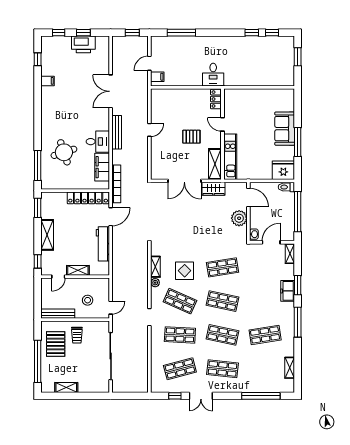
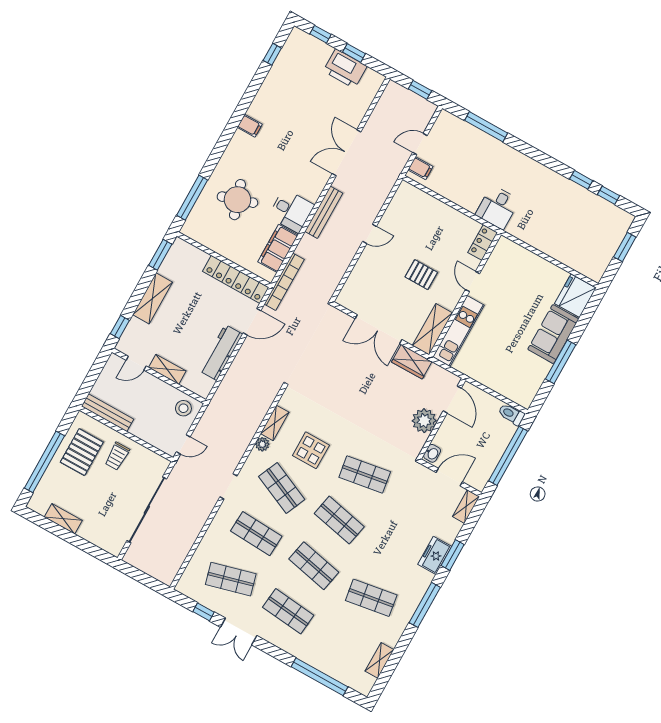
filing cabinet: (48, 81) -> (250, 126), moved
fridge: (283, 170) -> (575, 296), moved, turned -90
stool: (88, 300) -> (183, 408), moved

